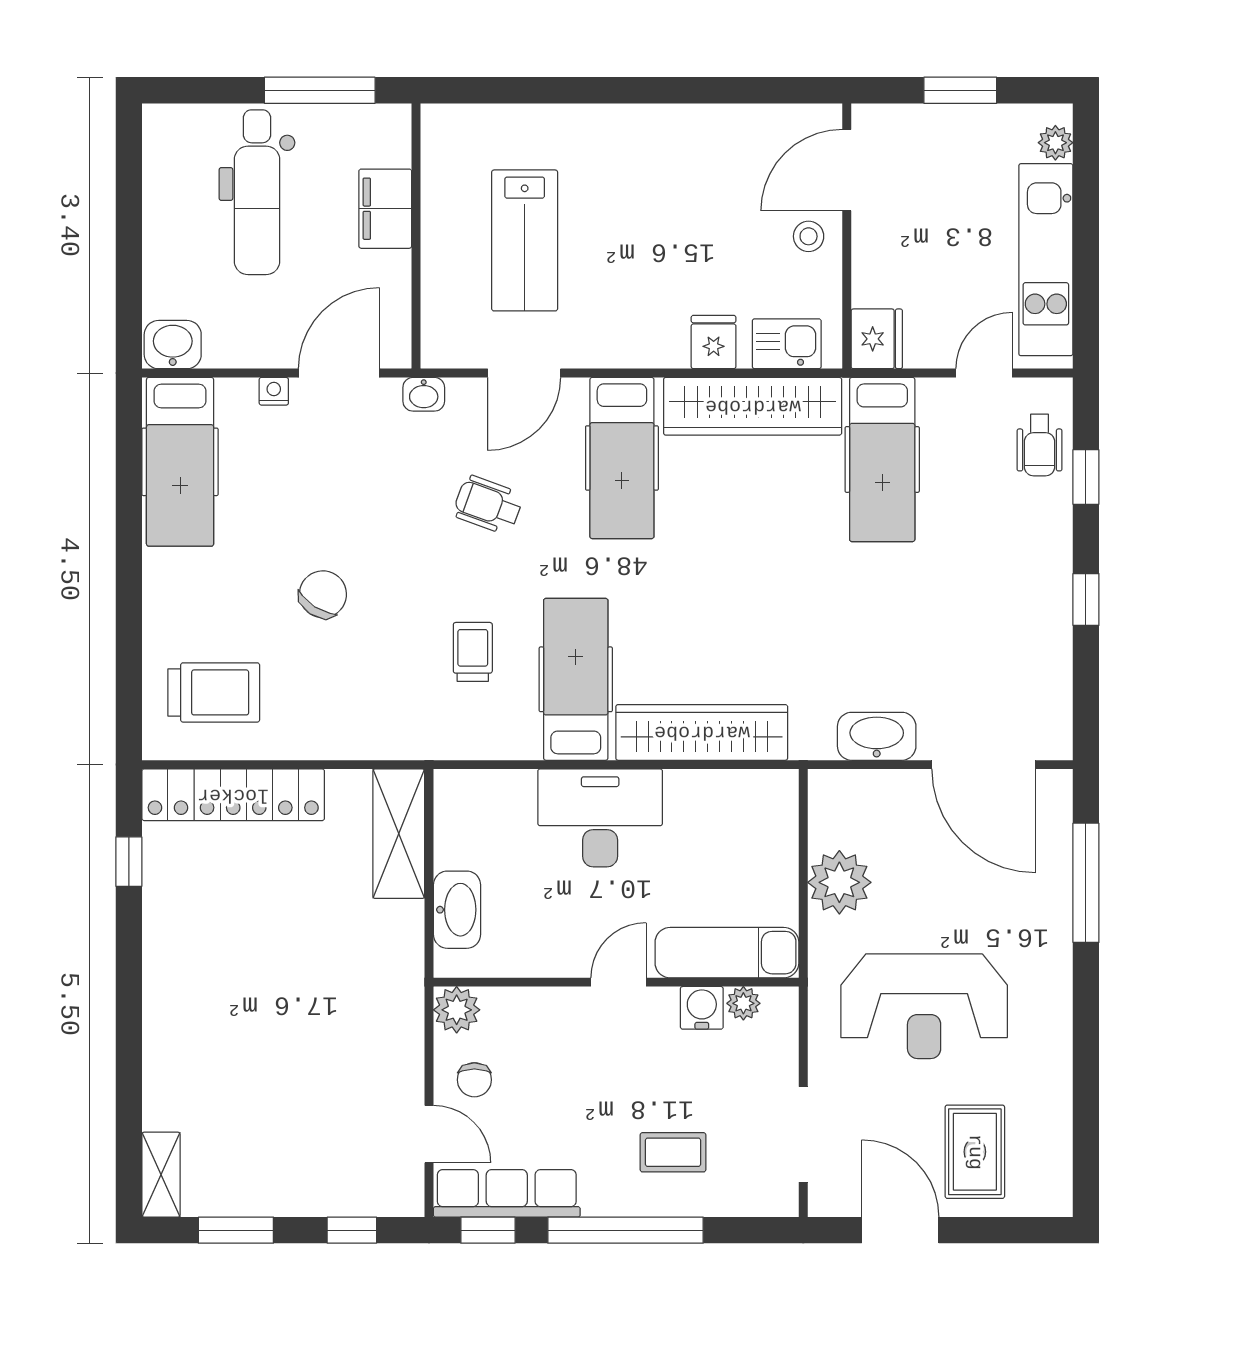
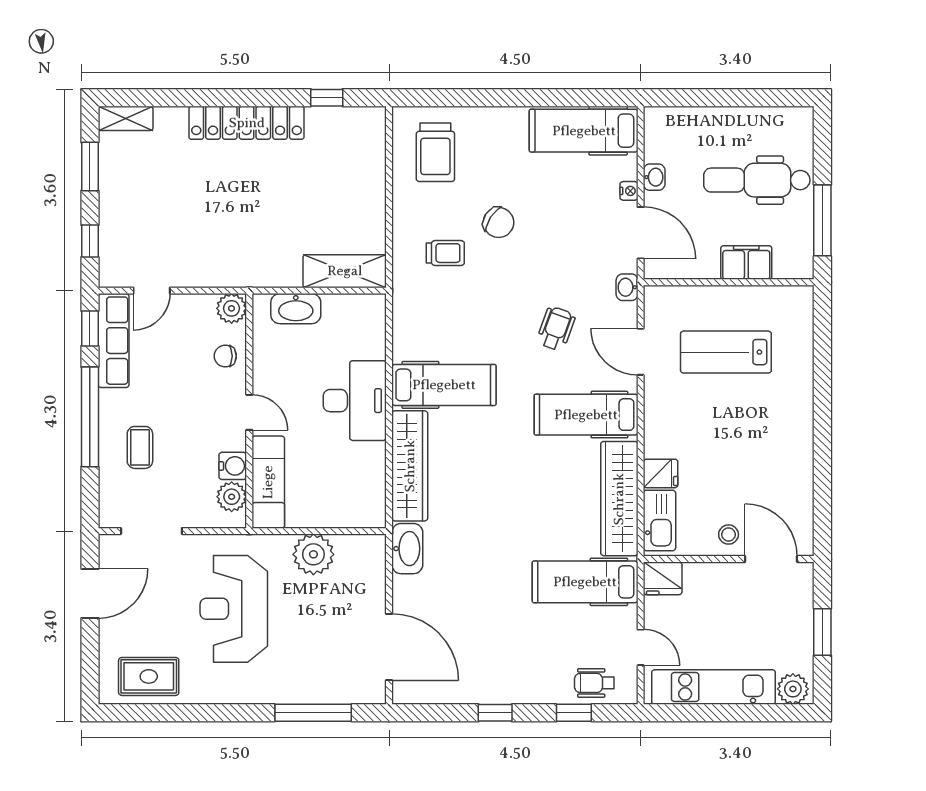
plant: (1055, 143) -> (793, 689), width x1.38, depth x1.38
kitchen sink: (787, 344) -> (659, 520), width x1.38
washbasin: (173, 345) -> (654, 177), moved, width x0.72, depth x0.69
trolley: (473, 652) -> (445, 253), moved
washbasin: (877, 736) -> (407, 549), moved
door: (984, 765) -> (389, 647), swing flipped
locker: (233, 795) -> (247, 123), moved, turned -90
plant: (743, 1003) -> (232, 497), width x1.38, depth x1.38
chair: (474, 1080) -> (225, 356), moved
rug: (975, 1152) -> (149, 676), moved

